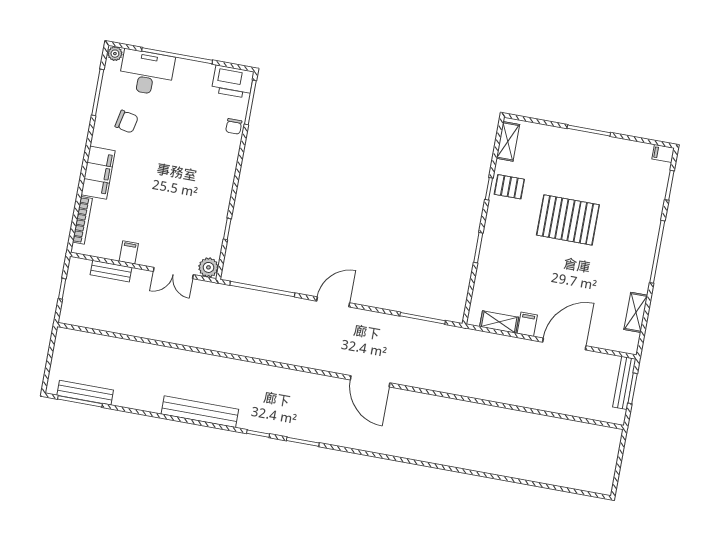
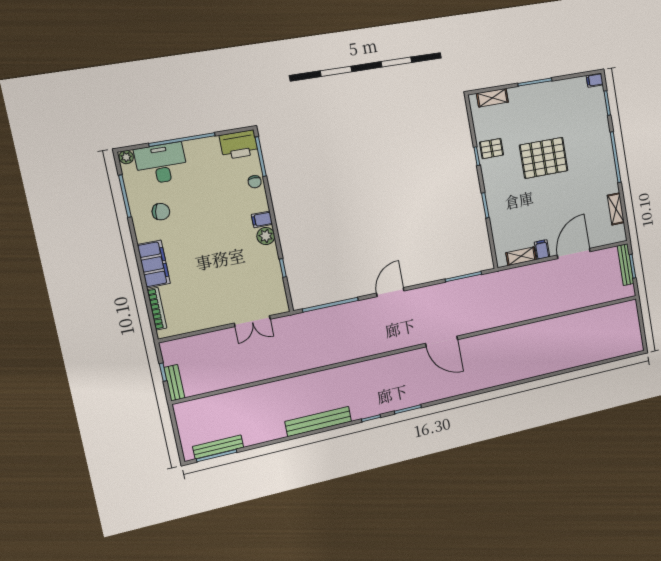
shelving: (508, 141) -> (492, 98), moved, turned 90
filing cabinet: (129, 252) -> (262, 219), moved, turned -90
plant: (208, 267) -> (266, 236), moved
bench: (111, 271) -> (174, 383), moved, turned 90

